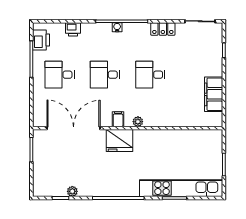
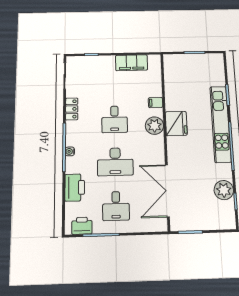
printer: (73, 29) -> (75, 188), width x1.87, depth x1.48
desk: (105, 75) -> (115, 162), width x1.37
filing cabinet: (118, 119) -> (156, 103), moved
plant: (138, 122) -> (154, 126), width x1.88, depth x1.88
fridge: (119, 141) -> (176, 123), moved
kitchen unit: (181, 188) -> (221, 124), moved
plant: (72, 191) -> (224, 190), width x1.88, depth x1.88

